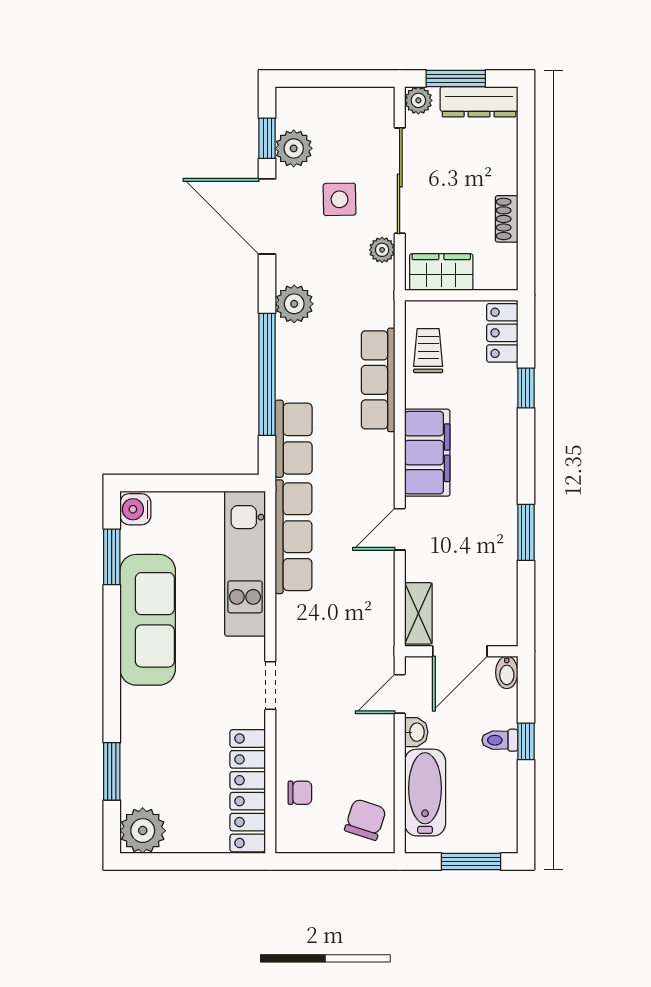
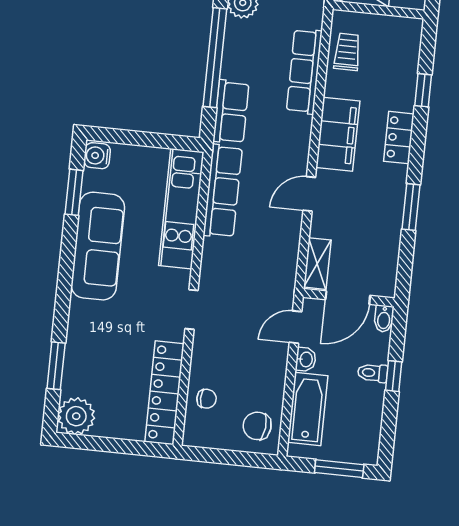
locker: (502, 333) -> (399, 138), moved
chair: (365, 820) -> (257, 426), turned -102

